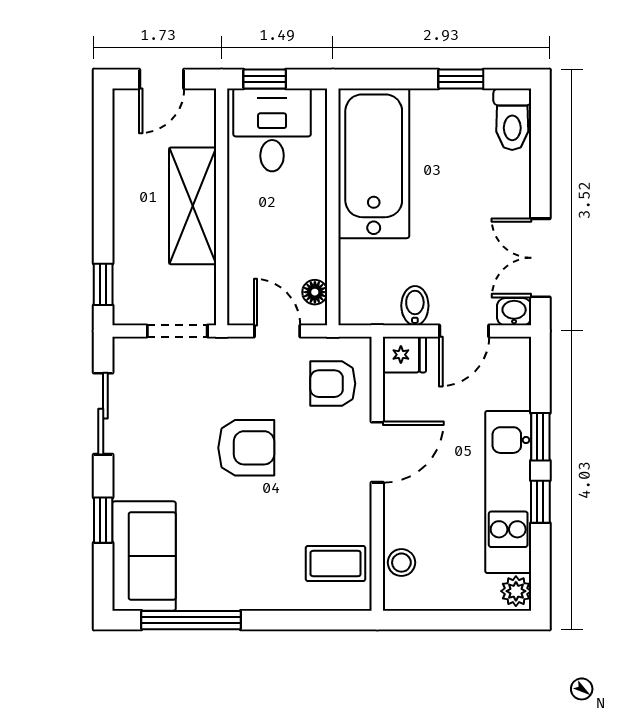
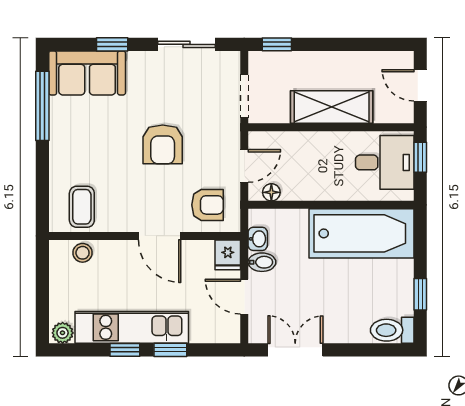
washbasin: (514, 312) -> (258, 239), moved
armchair: (333, 384) -> (208, 205), turned 90

